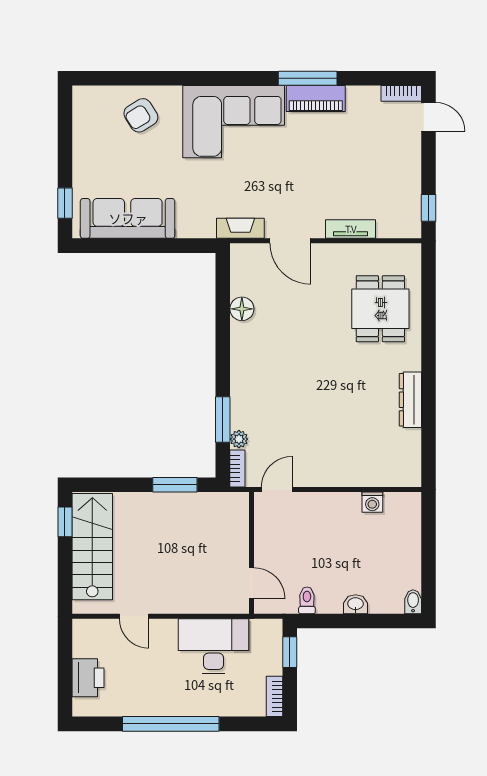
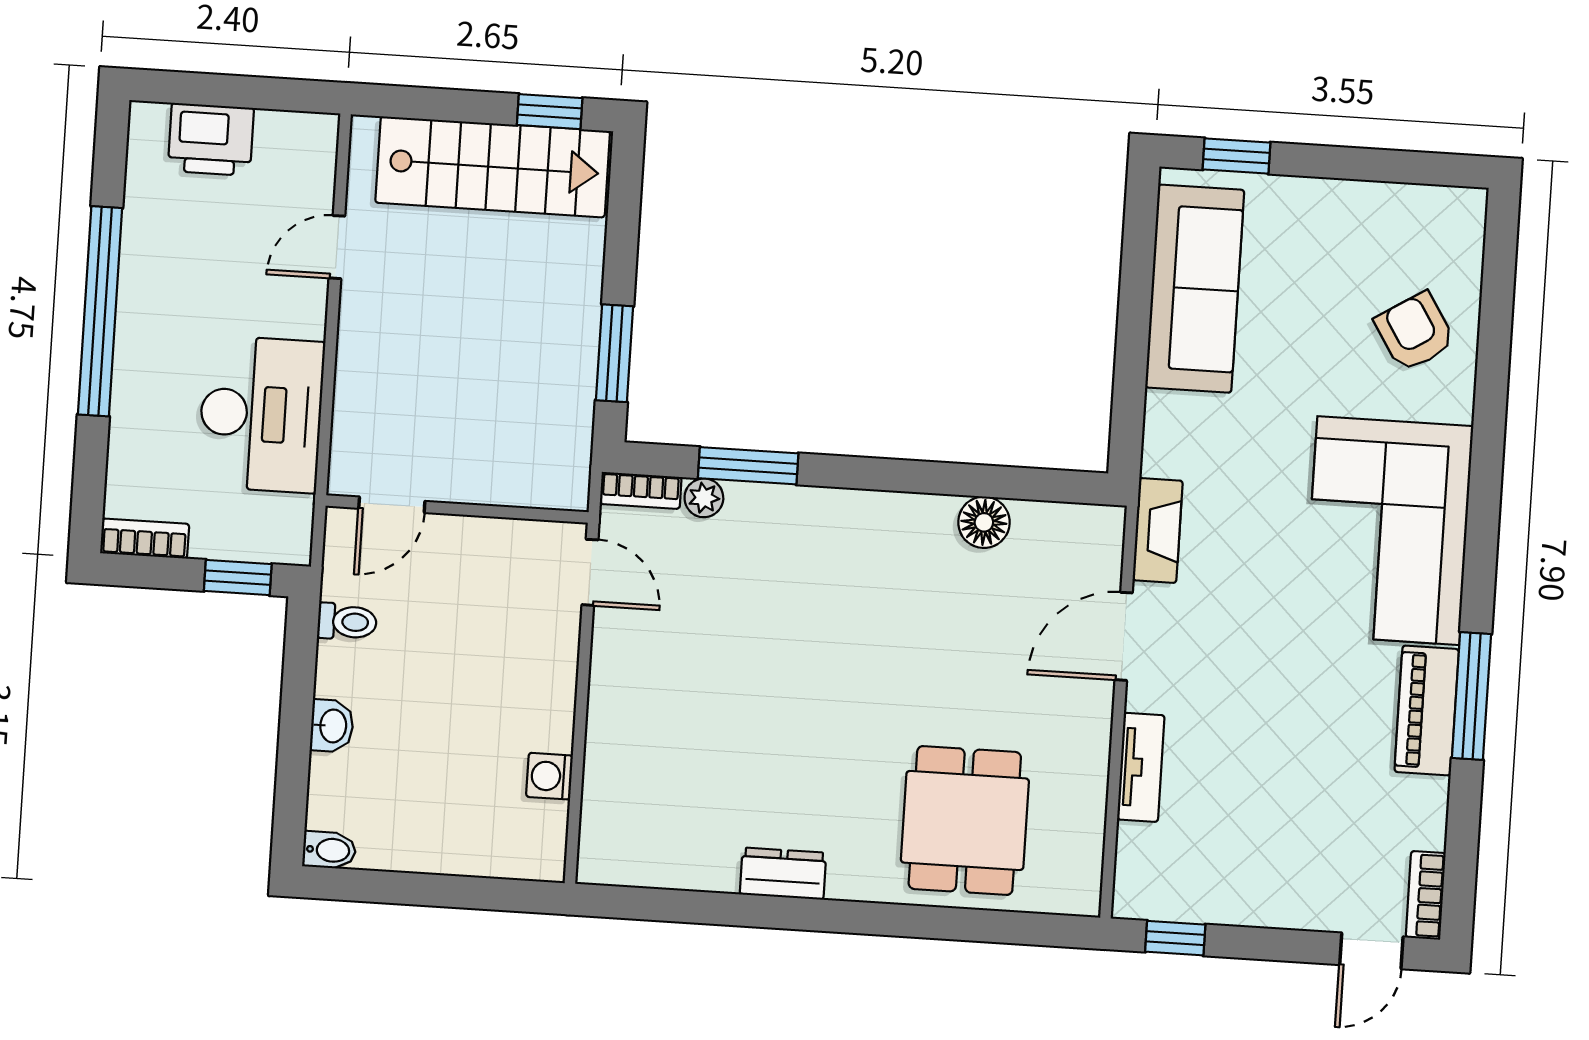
dining table: (380, 309) -> (965, 820), turned 90
dresser: (410, 400) -> (783, 874), width x0.70

